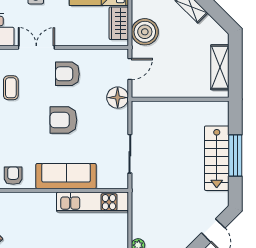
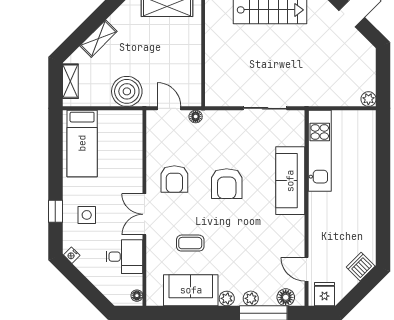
wardrobe: (119, 23) -> (117, 121), removed
floor lamp: (118, 98) -> (196, 117), width x0.53, depth x0.53
armchair: (13, 176) -> (290, 241), removed

